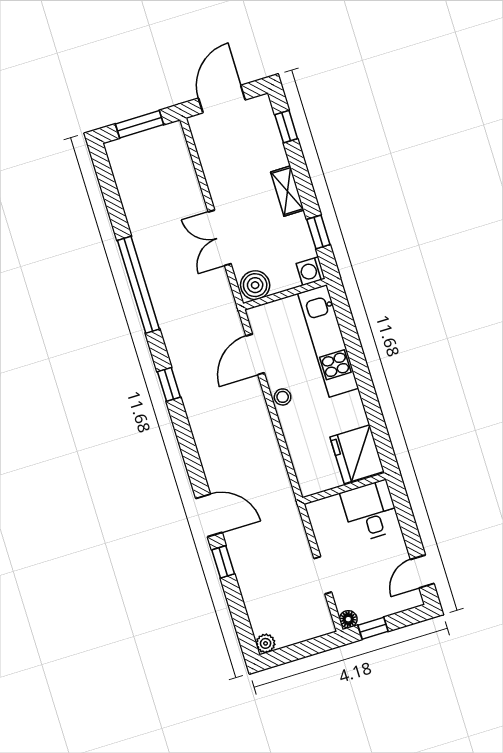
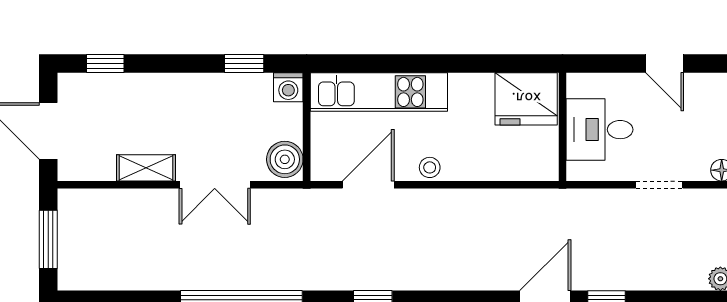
shelving: (287, 191) -> (146, 168), moved
door: (255, 354) -> (368, 185), swing flipped
desk: (371, 511) -> (599, 130), moved
door: (422, 572) -> (665, 63), moved

